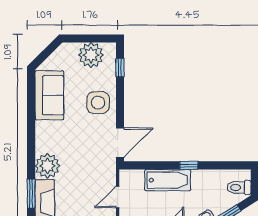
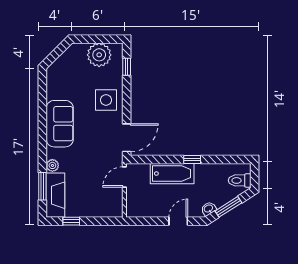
sofa: (49, 95) -> (60, 124), moved
plant: (47, 166) -> (52, 165), width x0.53, depth x0.53
door: (118, 197) -> (124, 177), moved

